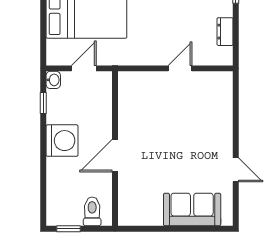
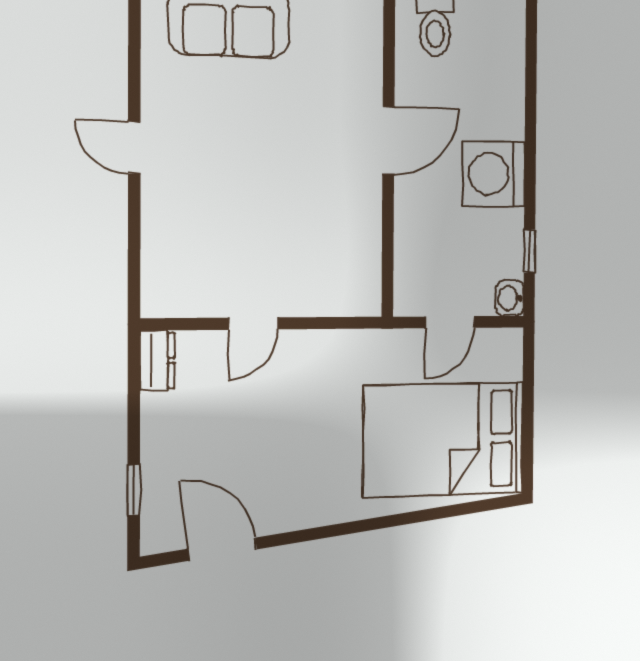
dresser: (225, 32) -> (157, 361), moved
door: (236, 170) -> (134, 148), moved

